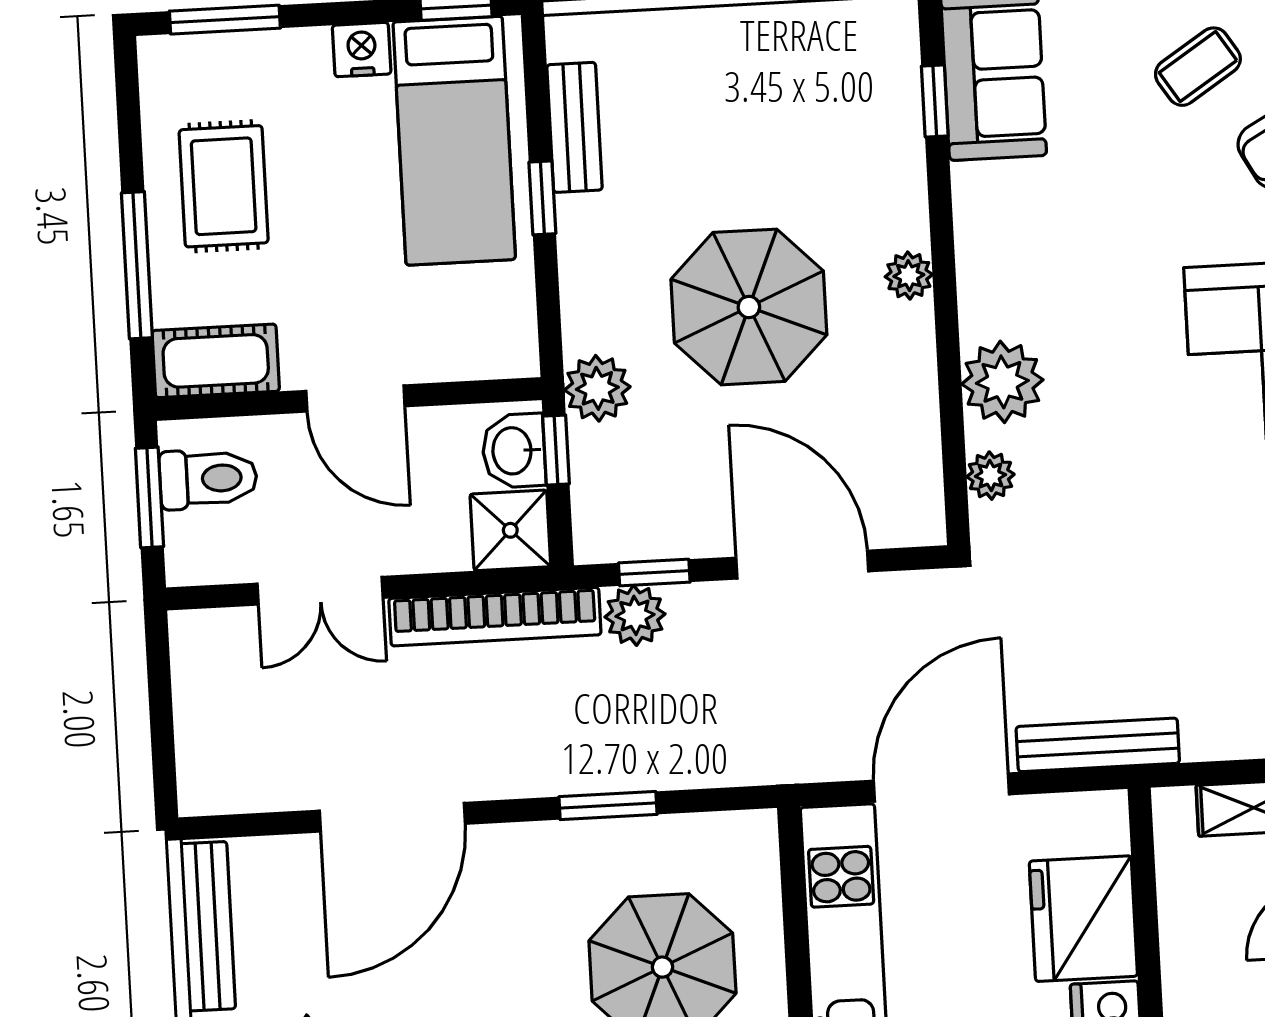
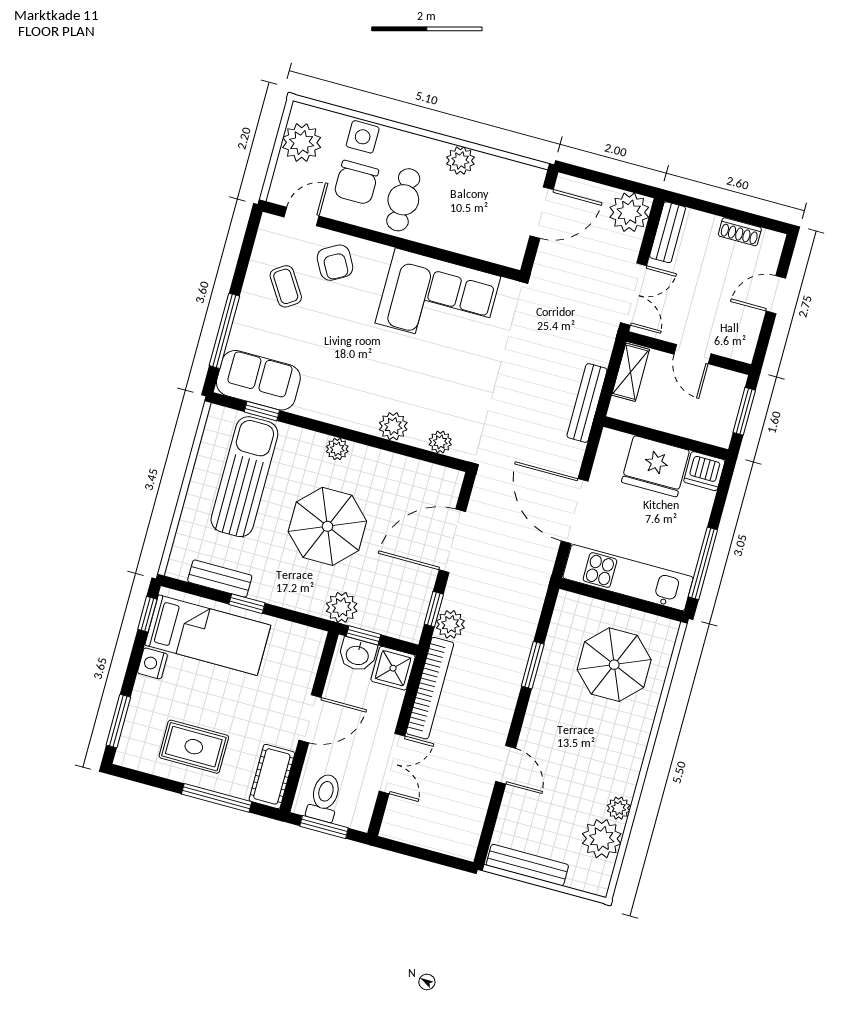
sun lounger: (793, 110) -> (244, 477), added
plant: (1002, 382) -> (393, 426), width x0.73, depth x0.73
bench: (1098, 745) -> (587, 403), moved
door: (392, 817) -> (506, 765), width x0.53

